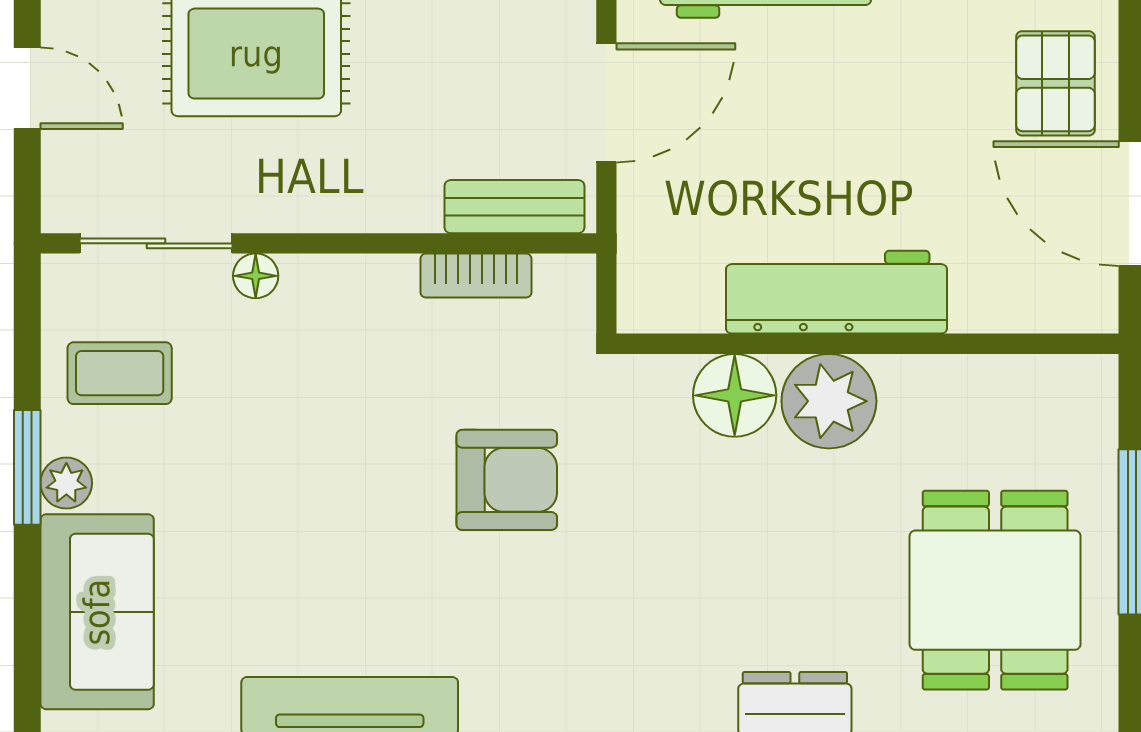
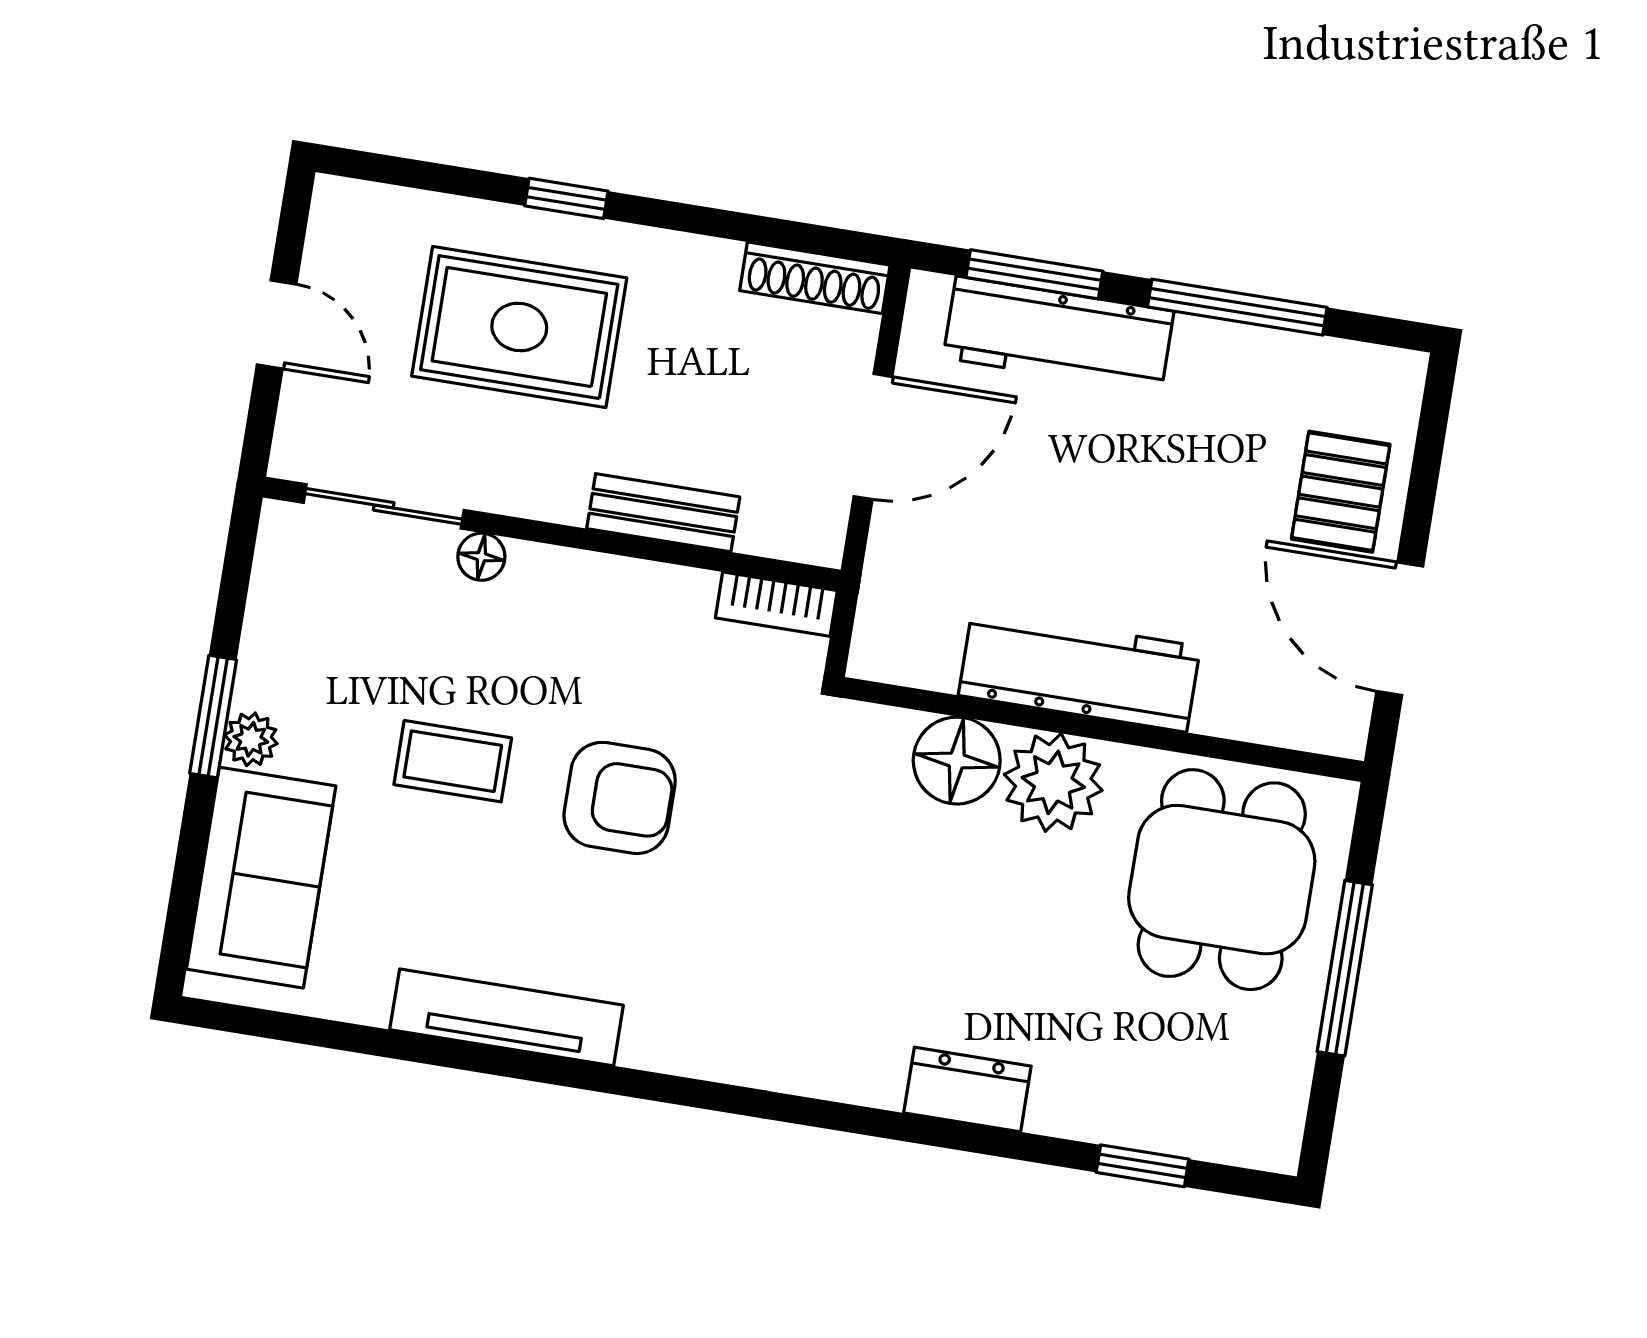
bench: (515, 207) -> (663, 513), moved
bookcase: (476, 276) -> (776, 604), moved
coffee table: (120, 373) -> (453, 761), moved
armchair: (507, 480) -> (620, 798), moved
dining table: (995, 590) -> (1222, 880), moved

